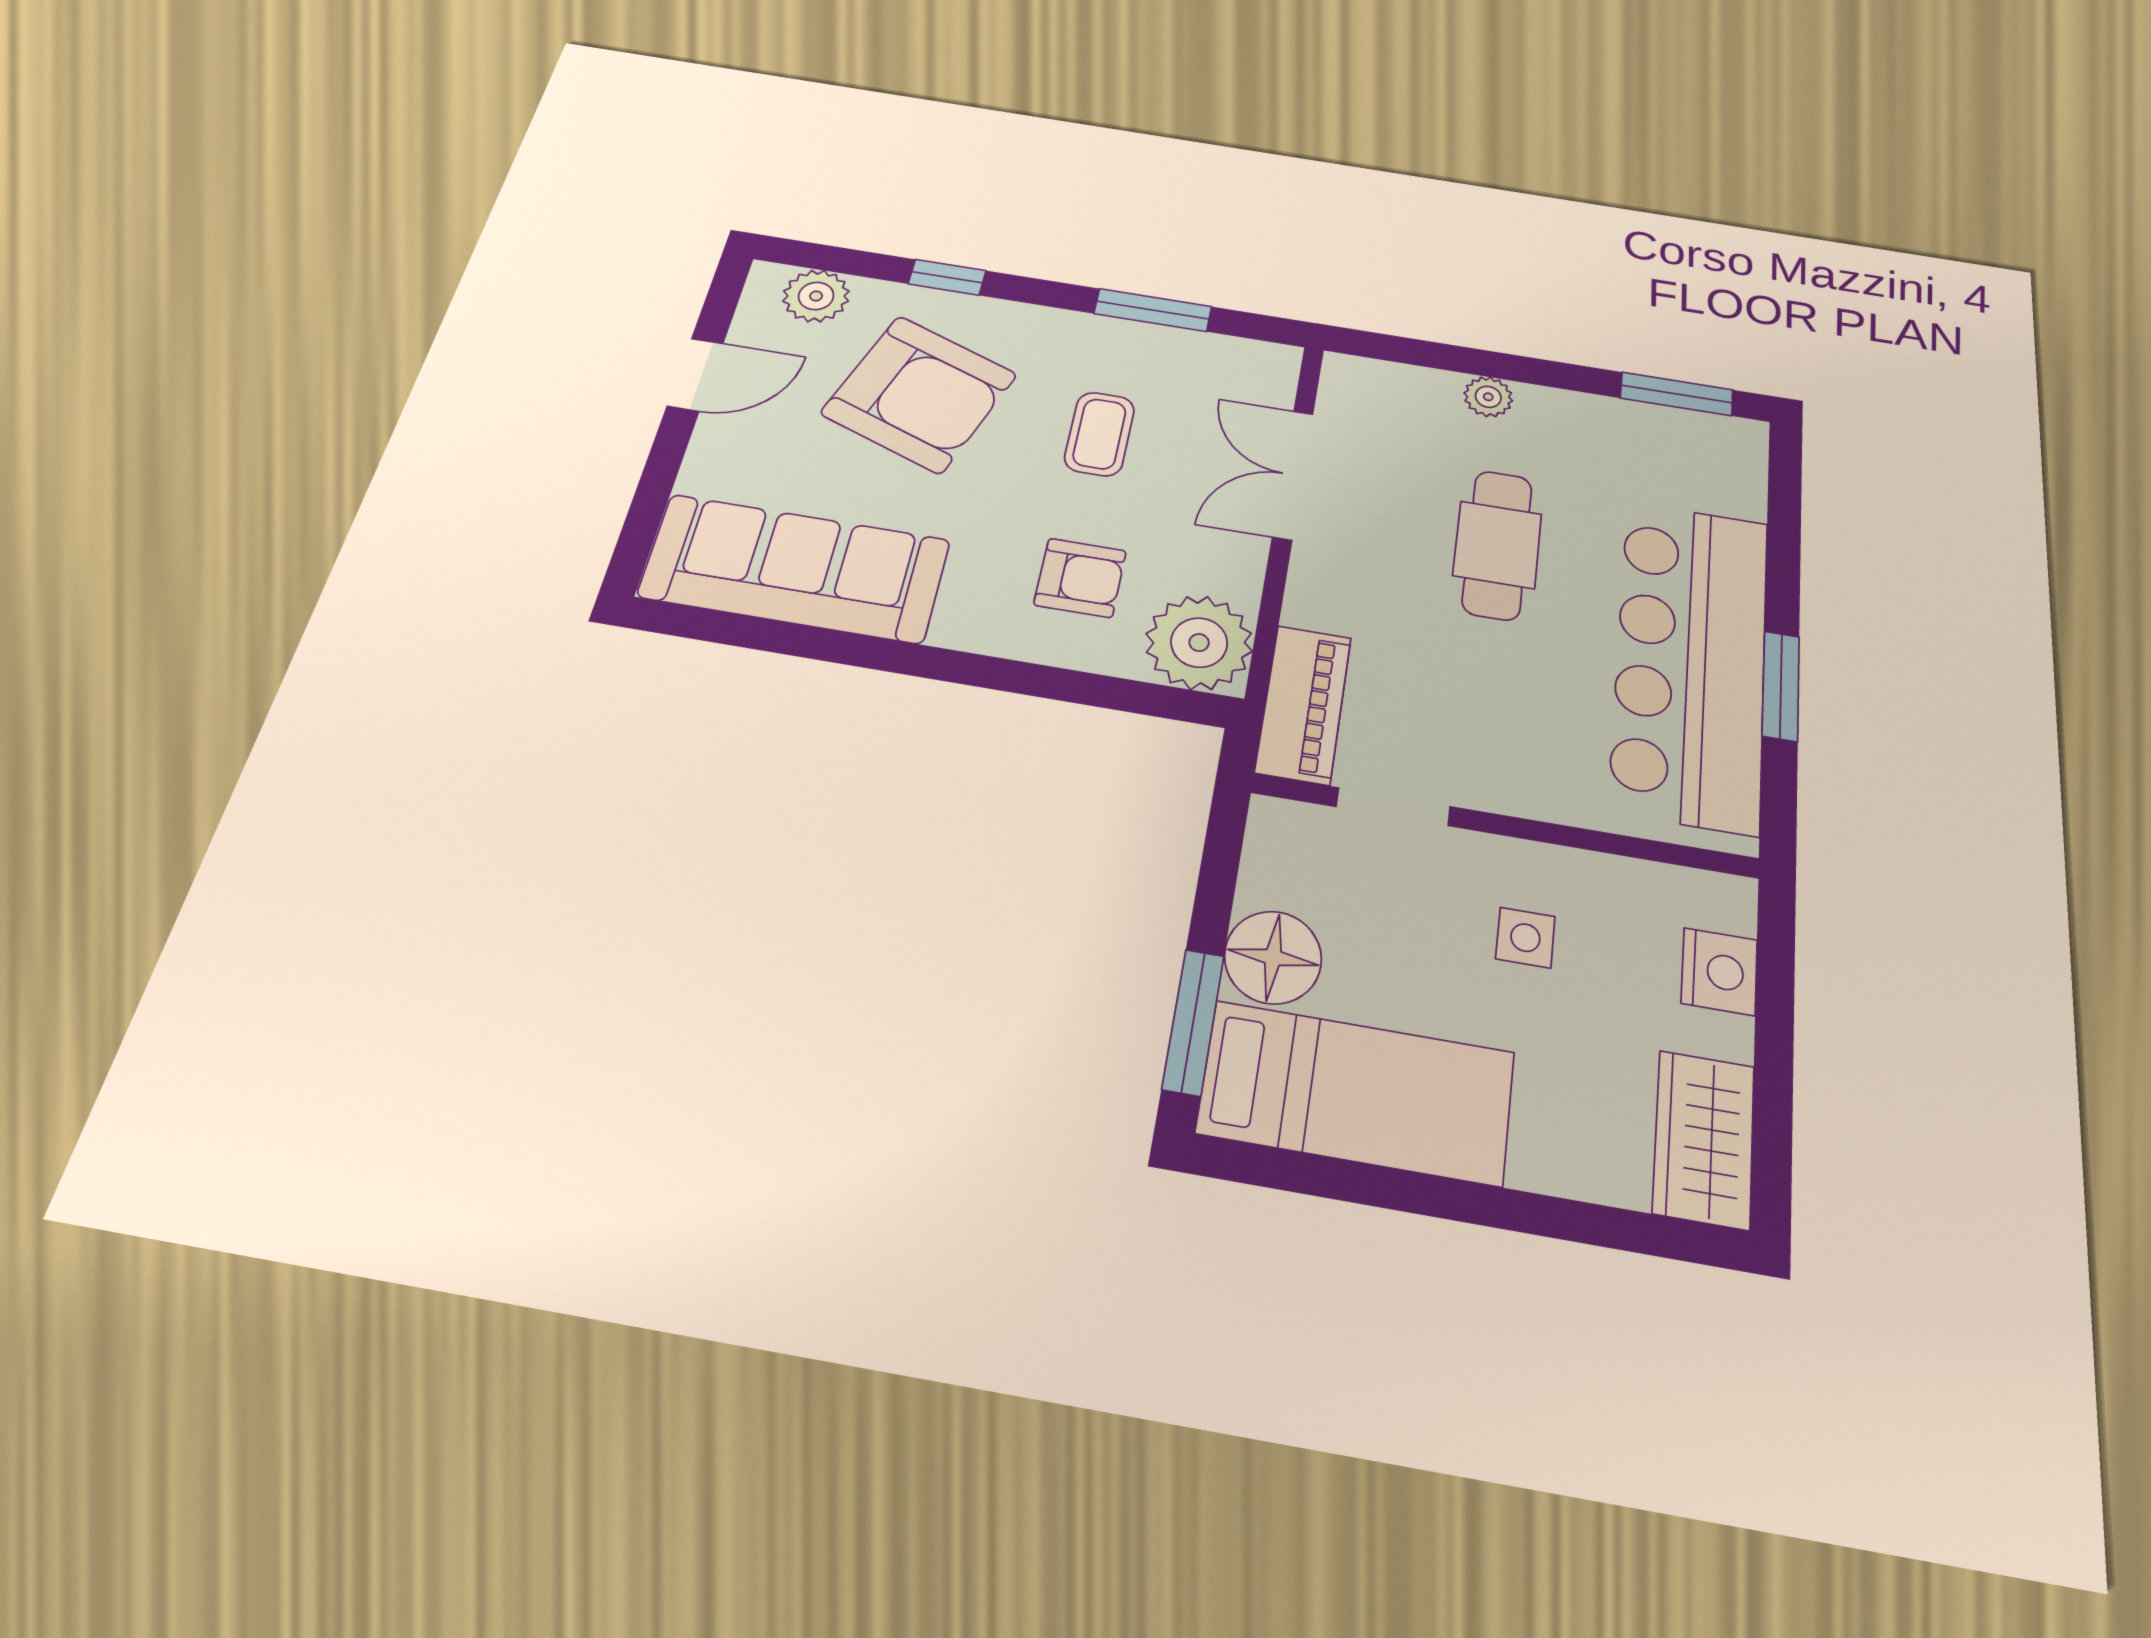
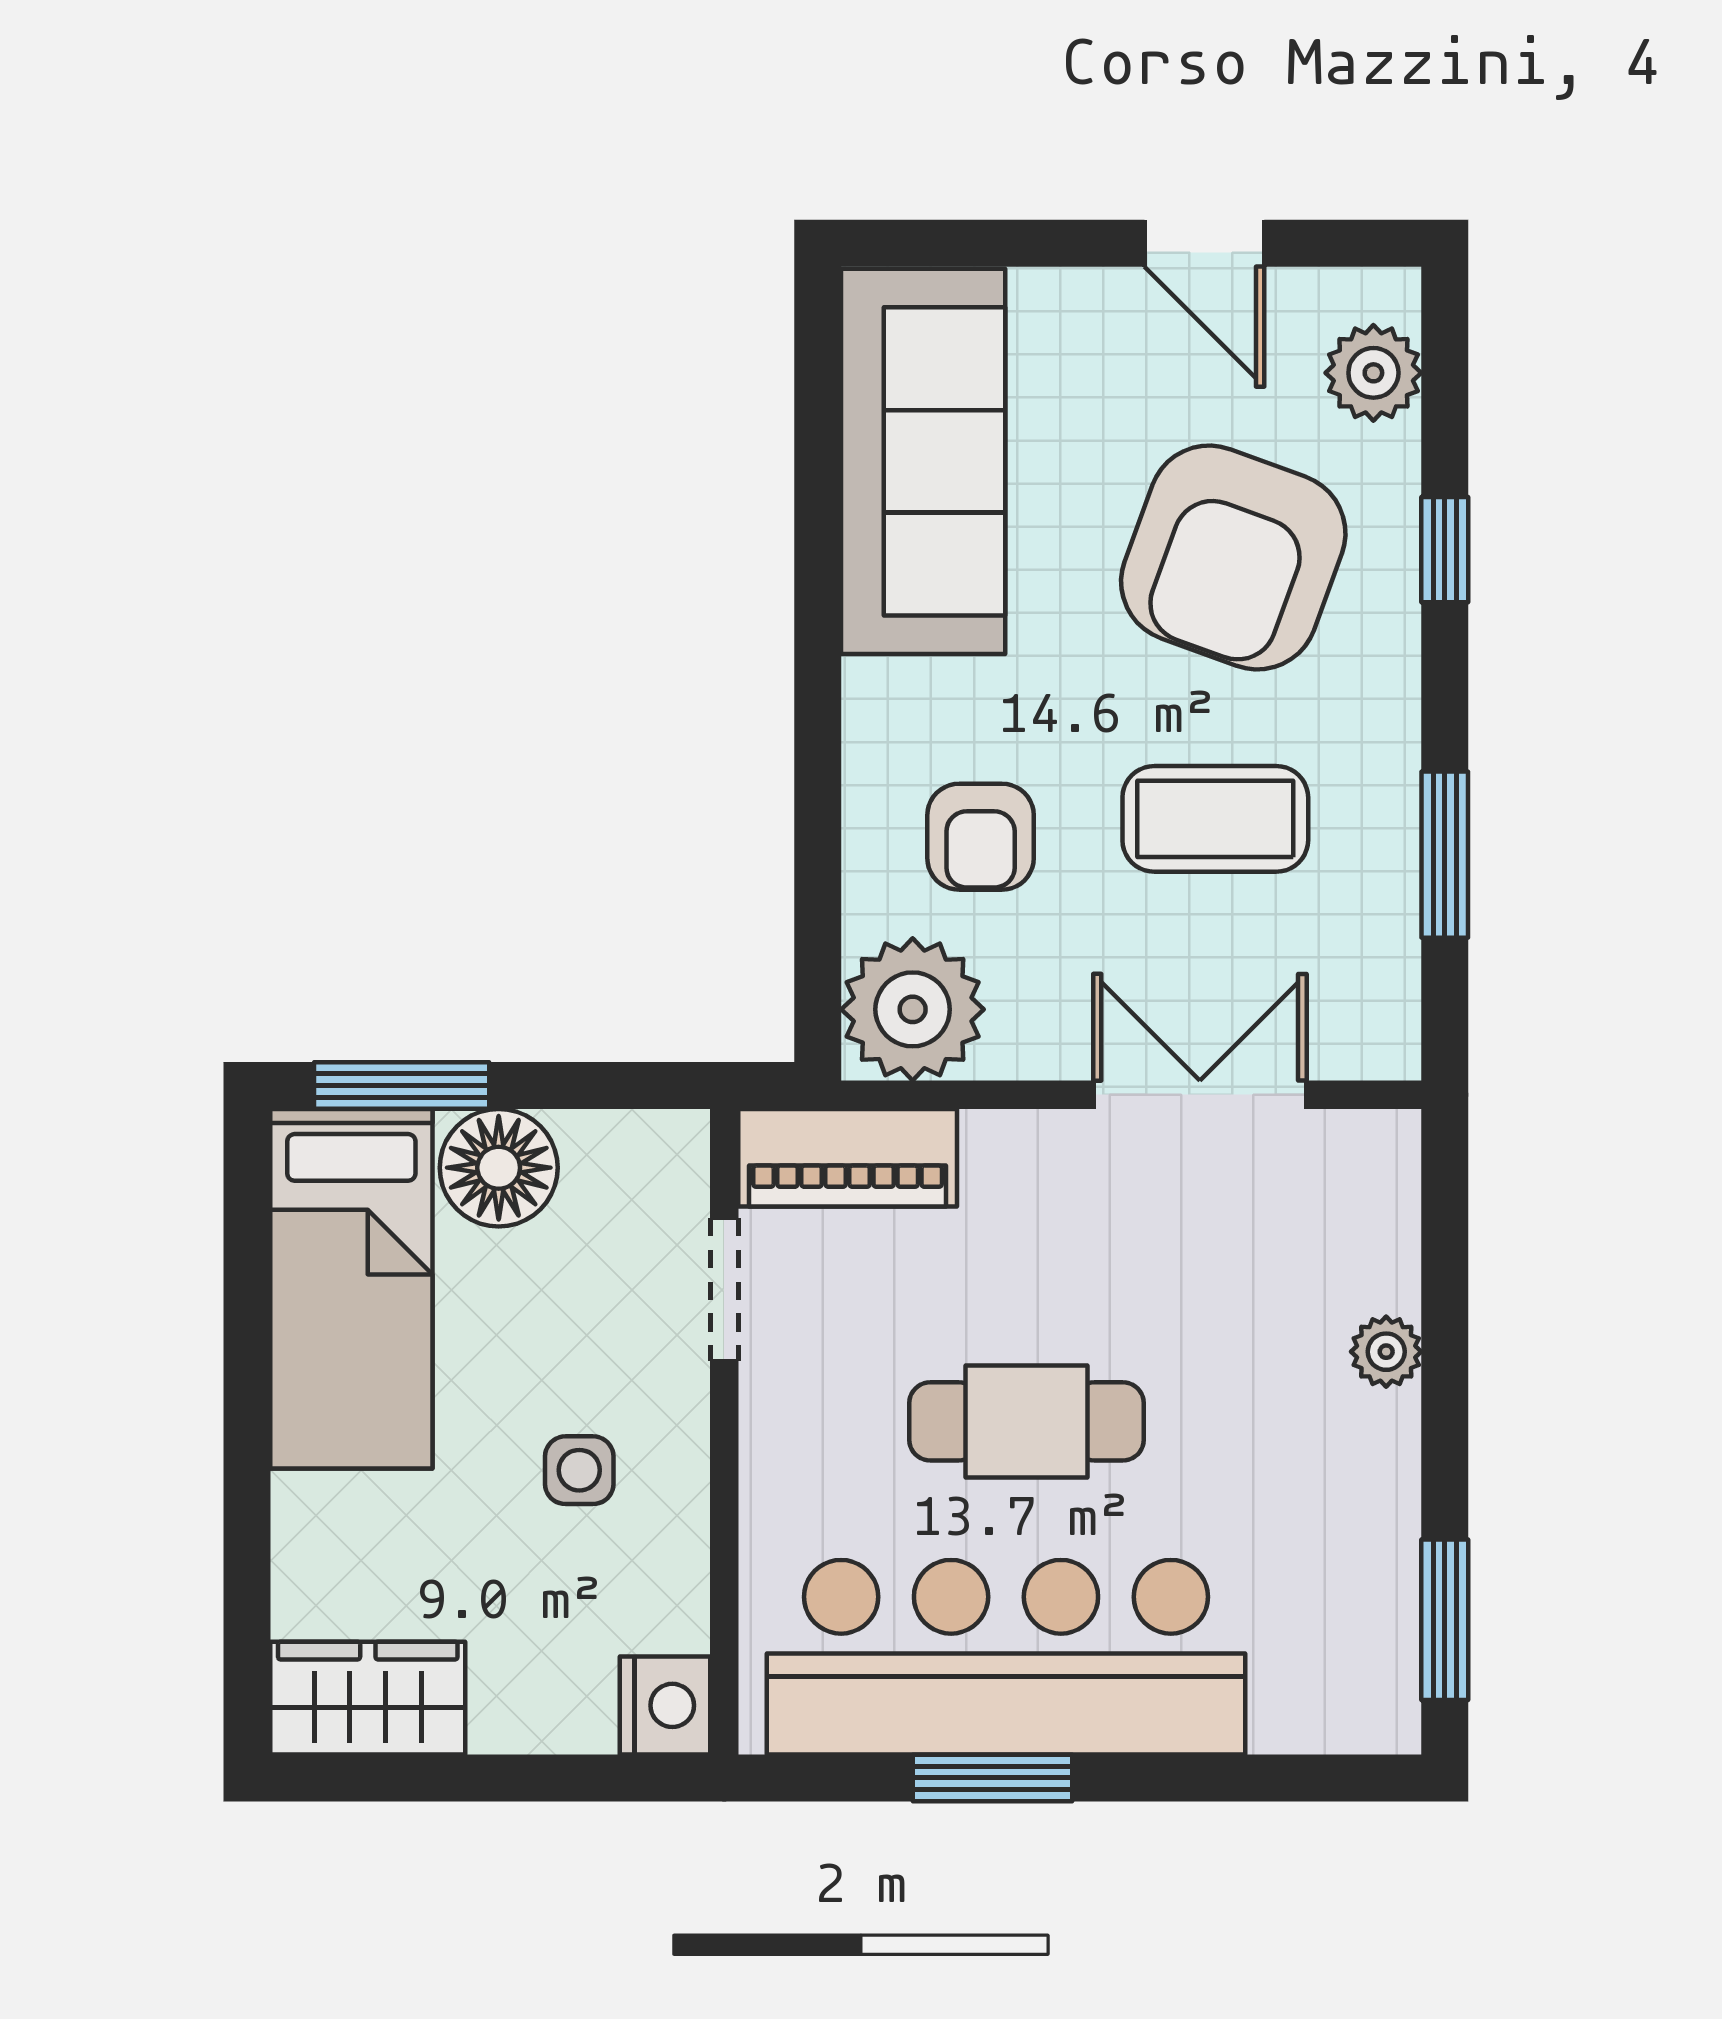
coffee table: (1099, 434) -> (1215, 819), width x1.36, depth x1.30
cafe table: (1497, 545) -> (1027, 1421), moved
nightstand: (1719, 971) -> (665, 1705), moved, turned -90

